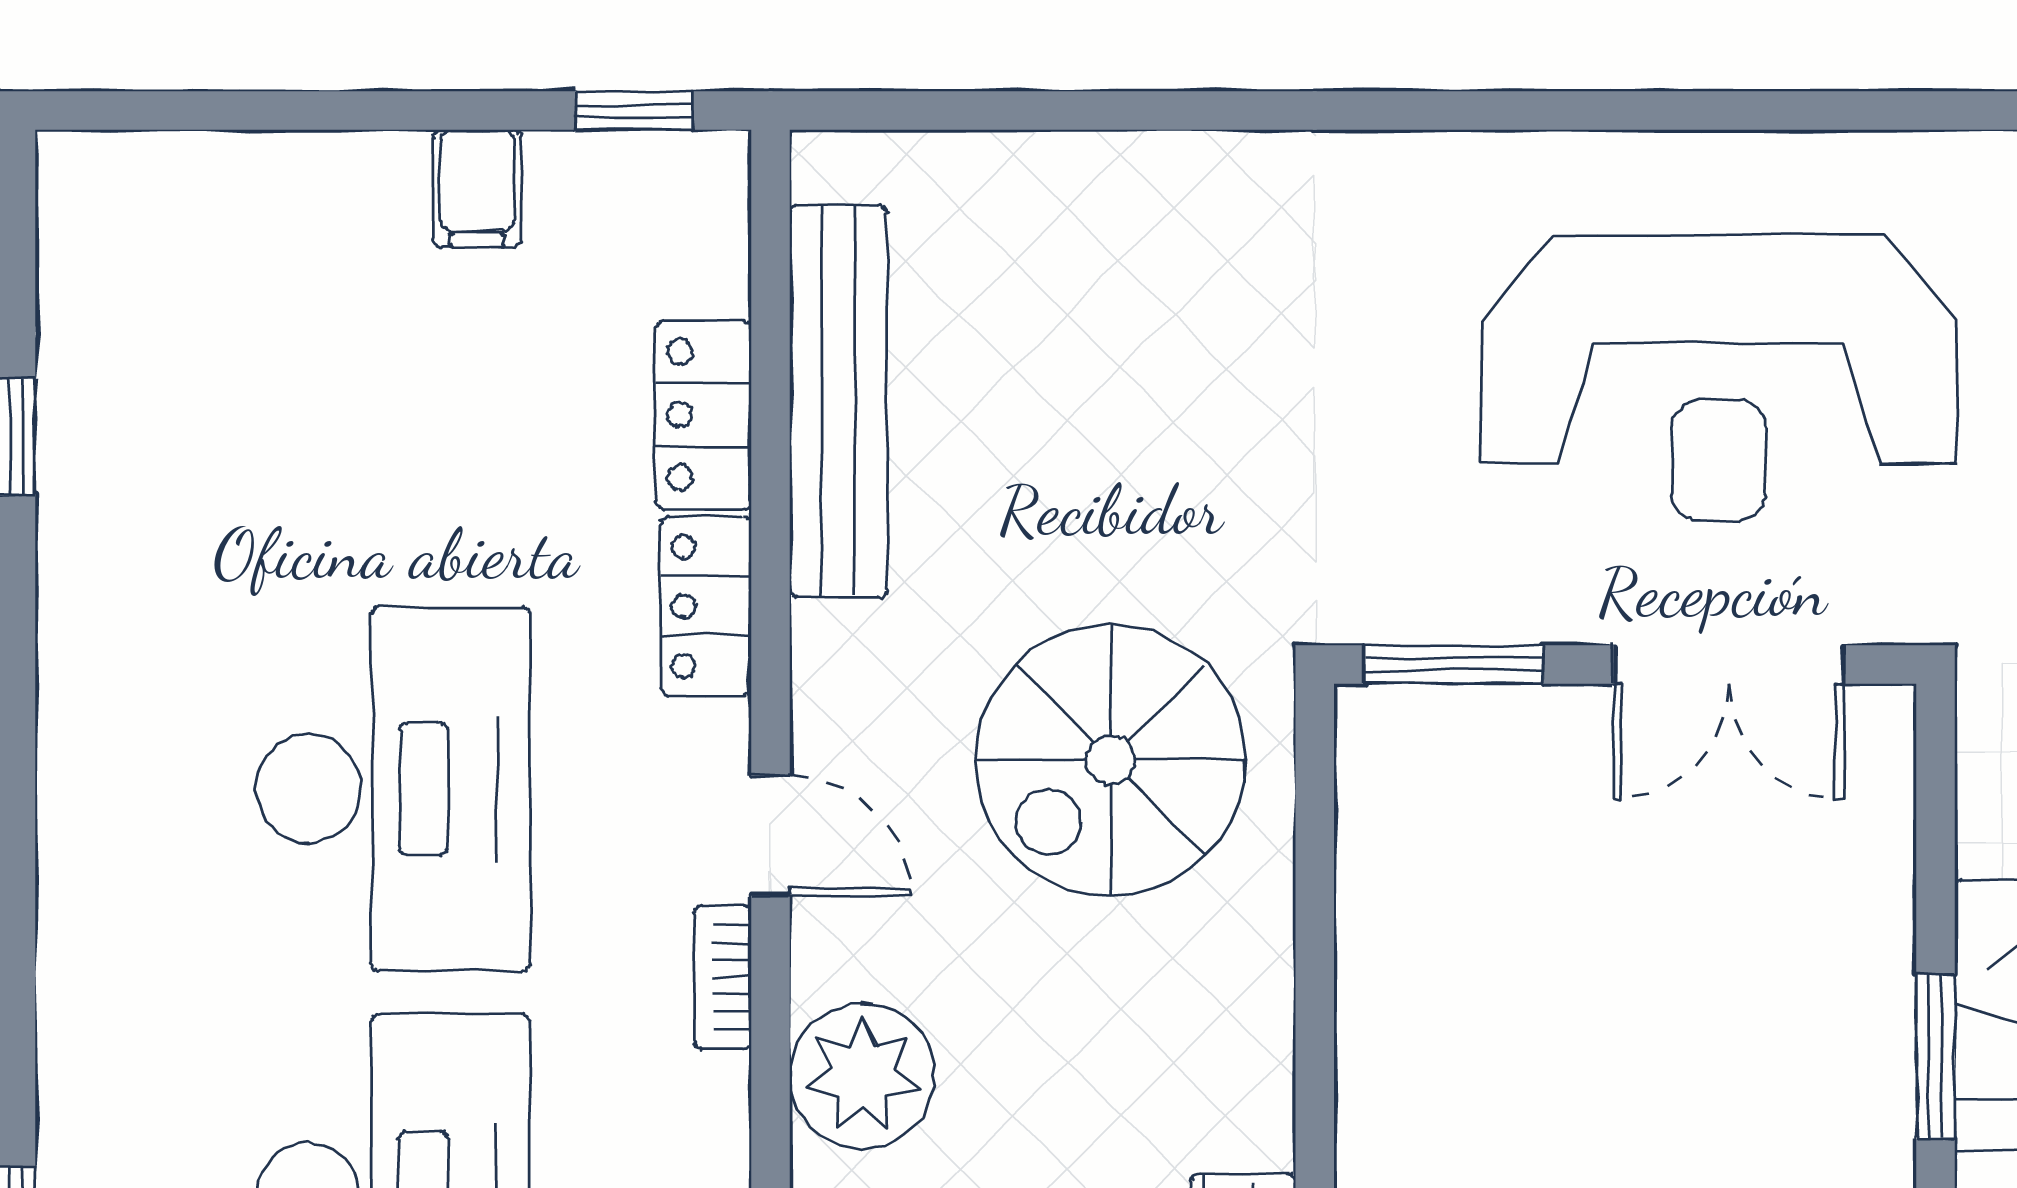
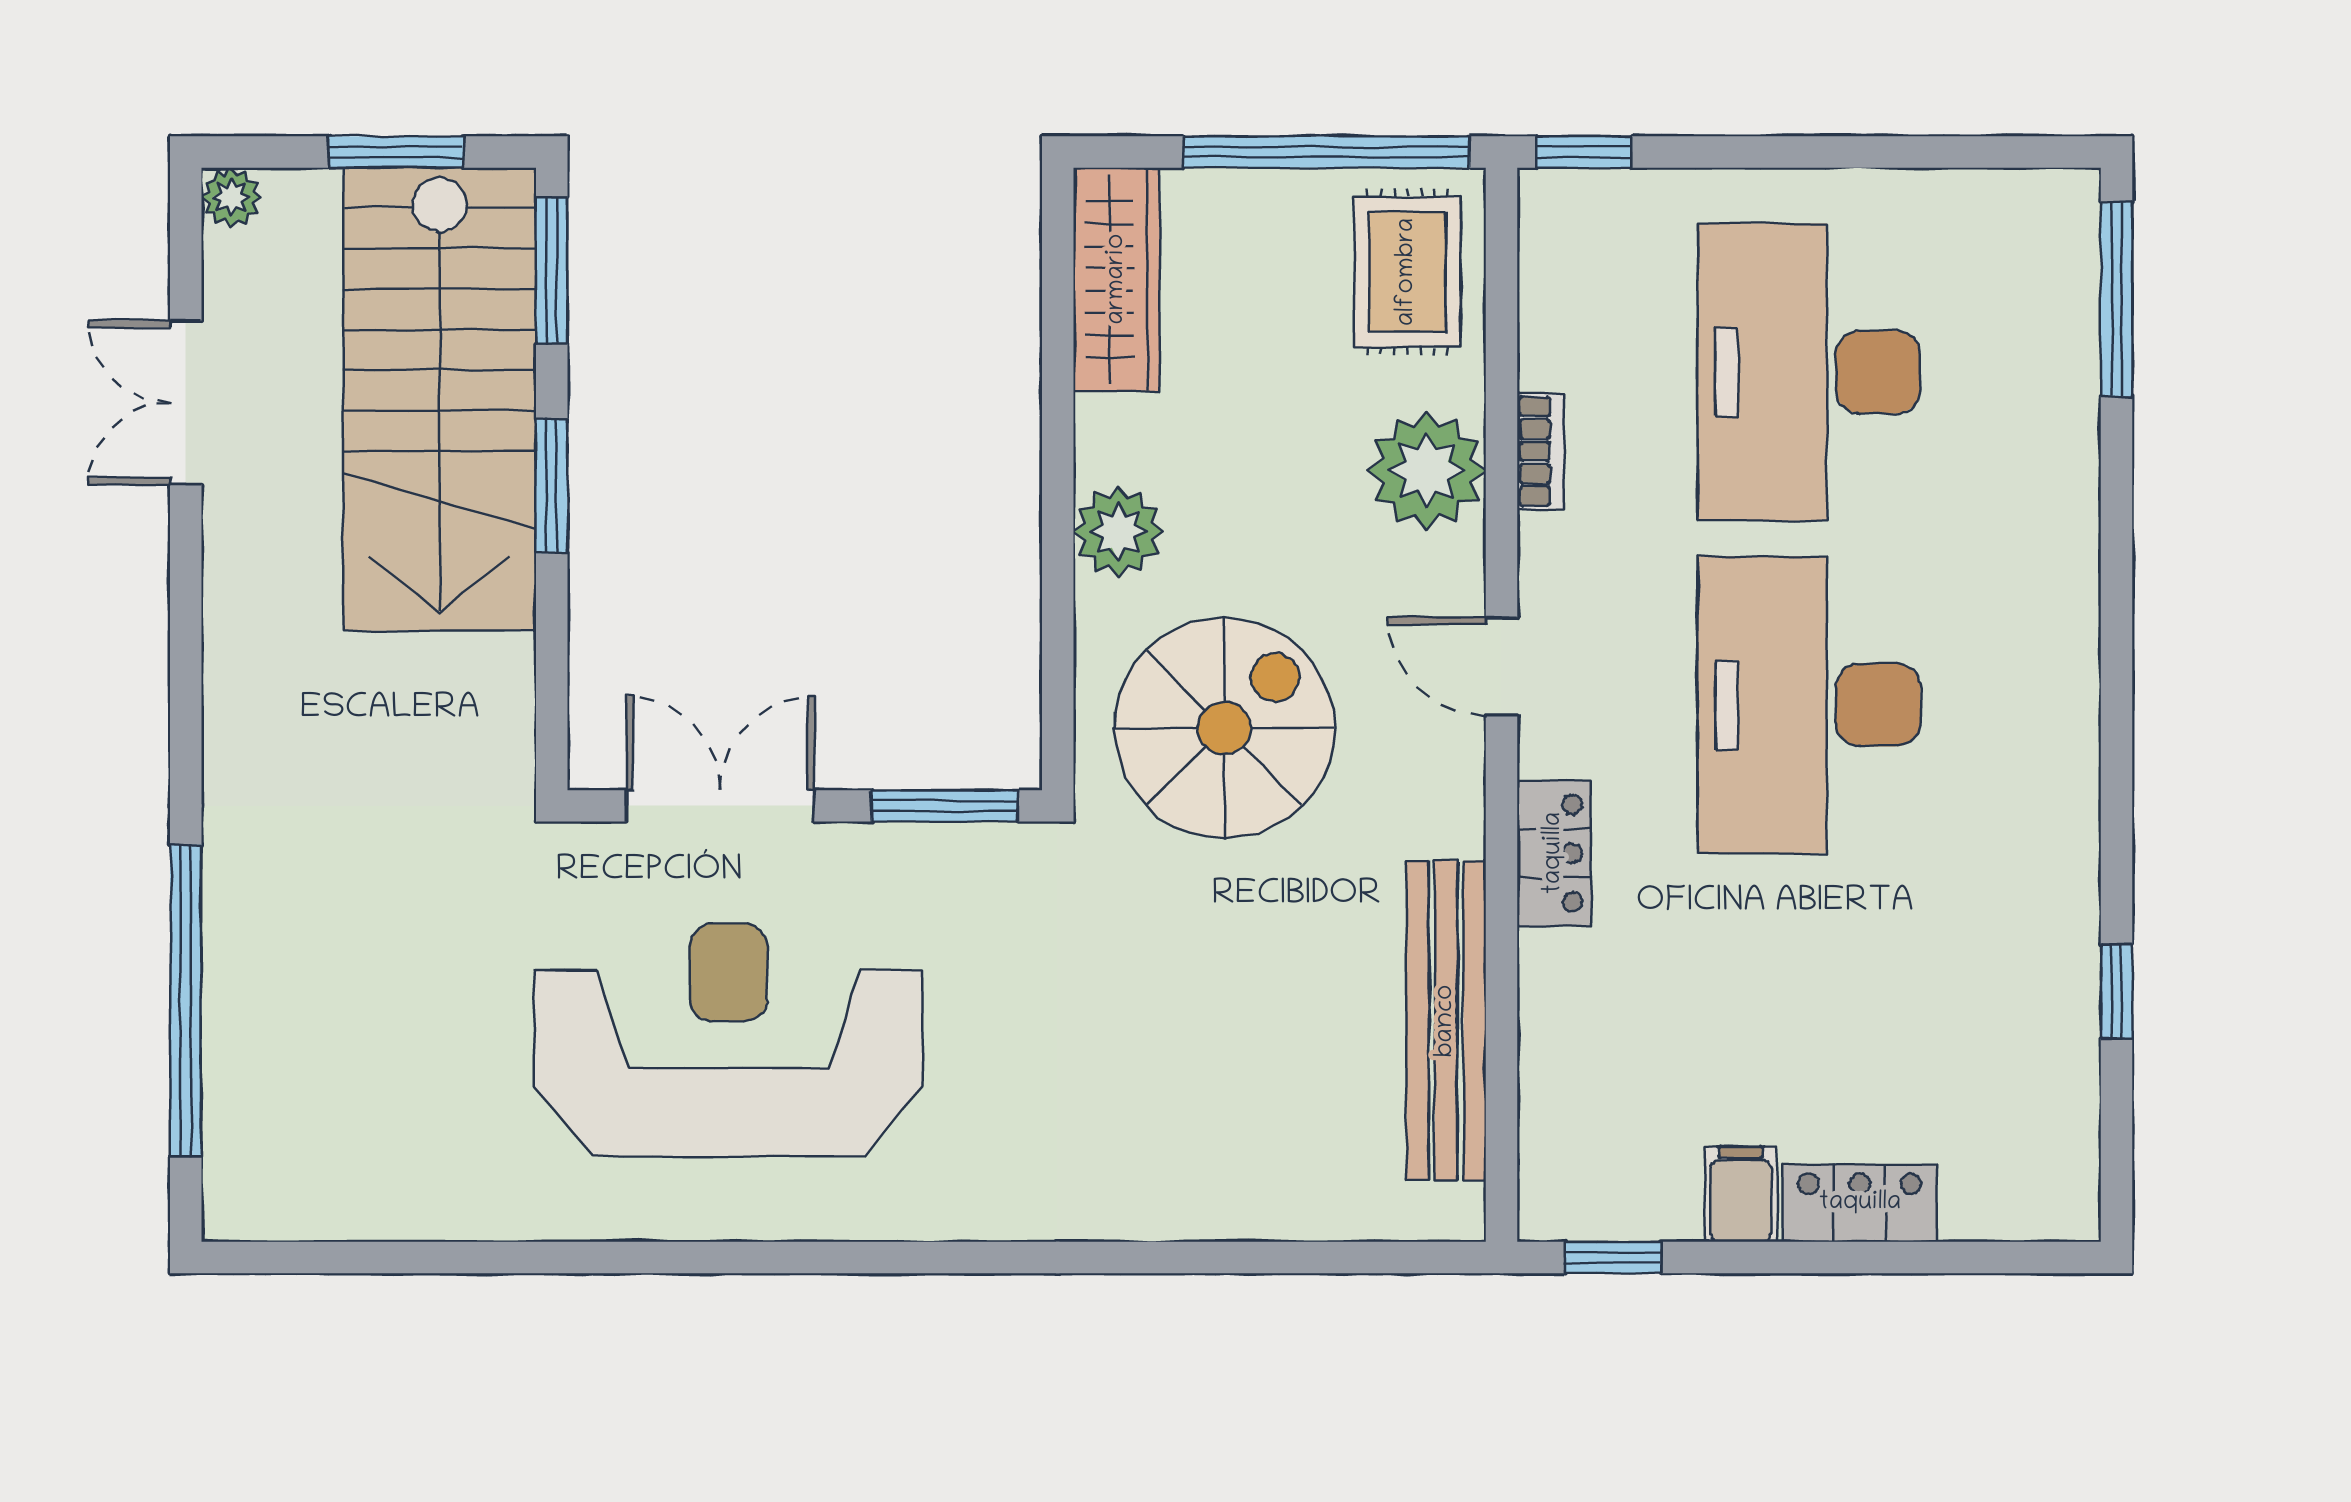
locker: (704, 415) -> (1860, 1203), moved, turned -90
bookcase: (723, 977) -> (1540, 451), moved
plant: (1240, 1001) -> (1118, 532), added

